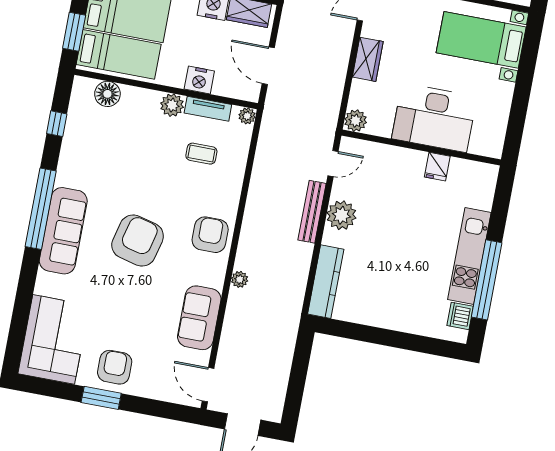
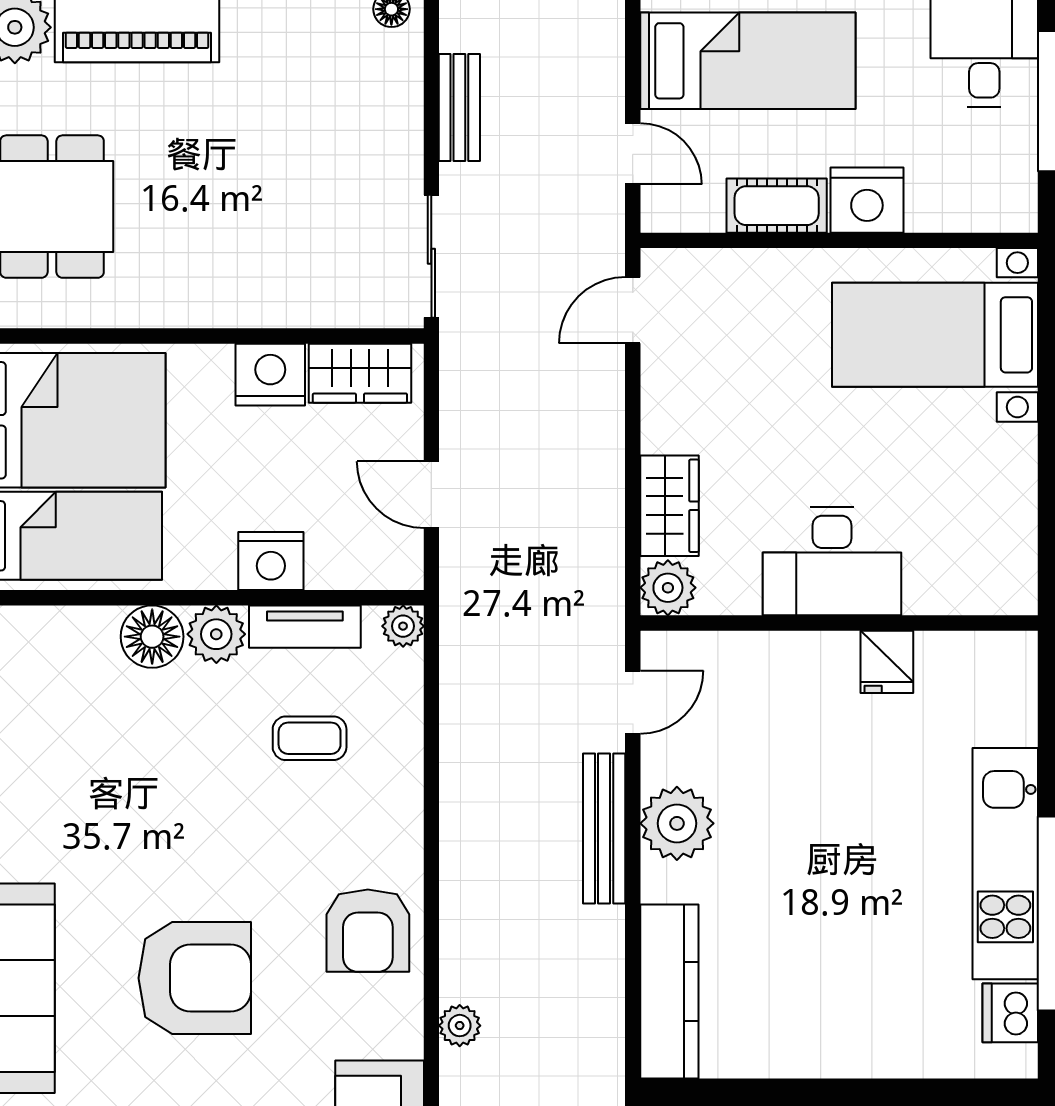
wardrobe: (368, 59) -> (669, 506), moved
door: (268, 66) -> (431, 495), width x0.73
floor lamp: (107, 94) -> (152, 637), moved
desk: (434, 118) -> (832, 561), width x0.73, depth x0.77
armchair: (210, 235) -> (368, 931), turned 180
armchair: (138, 241) -> (195, 978), turned 76

